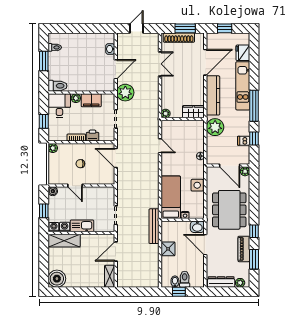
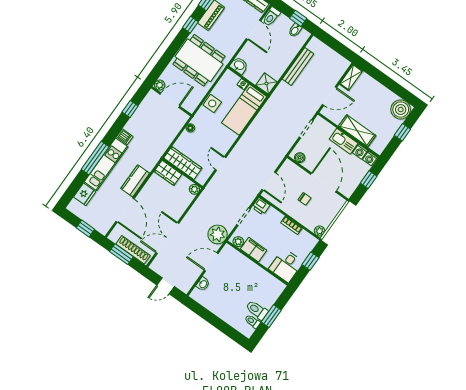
door: (205, 62) -> (125, 210), swing flipped
double door: (160, 64) -> (167, 238), width x1.37
toilet: (58, 86) -> (257, 310), moved
kitchen counter: (213, 95) -> (135, 181), width x0.67
plant: (76, 98) -> (238, 242), moved
window: (254, 106) -> (95, 158), moved
wardrobe: (188, 127) -> (183, 163), added
plant: (215, 127) -> (158, 145), removed
printer: (92, 136) -> (261, 206), moved
dishwasher: (244, 141) -> (125, 137), moved
door: (230, 166) -> (170, 100), hinge flipped
door: (75, 186) -> (324, 182), width x1.87
boiler: (53, 191) -> (300, 158), moved
dining table: (229, 210) -> (199, 60), turned 90
bench: (154, 226) -> (298, 66), moved
shelving: (64, 241) -> (357, 131), moved
door: (205, 245) -> (254, 30), moved
shower: (168, 249) -> (266, 84), moved
window: (44, 263) -> (402, 132), added
toilet: (185, 279) -> (271, 17), moved

